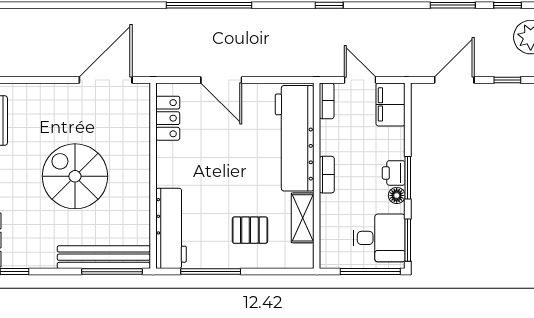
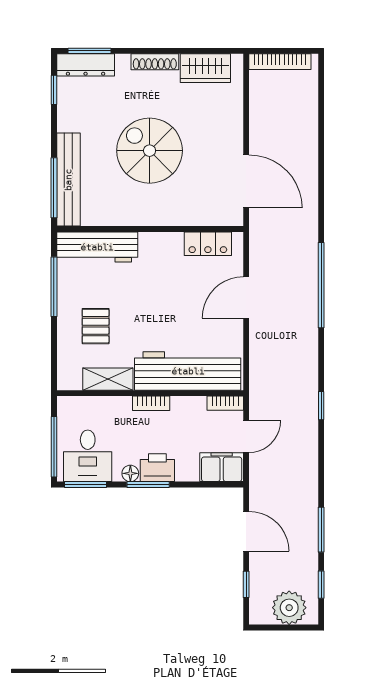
printer: (394, 173) -> (157, 468), width x1.36, depth x1.24
spiral stairs: (75, 176) -> (150, 151), turned -90

